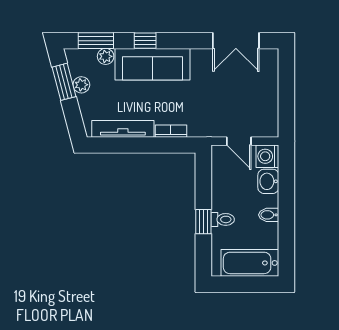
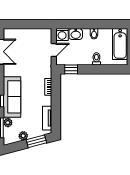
window: (64, 82) -> (36, 141), moved
tv unit: (123, 129) -> (47, 118), width x0.71
window: (203, 222) -> (71, 69), moved

